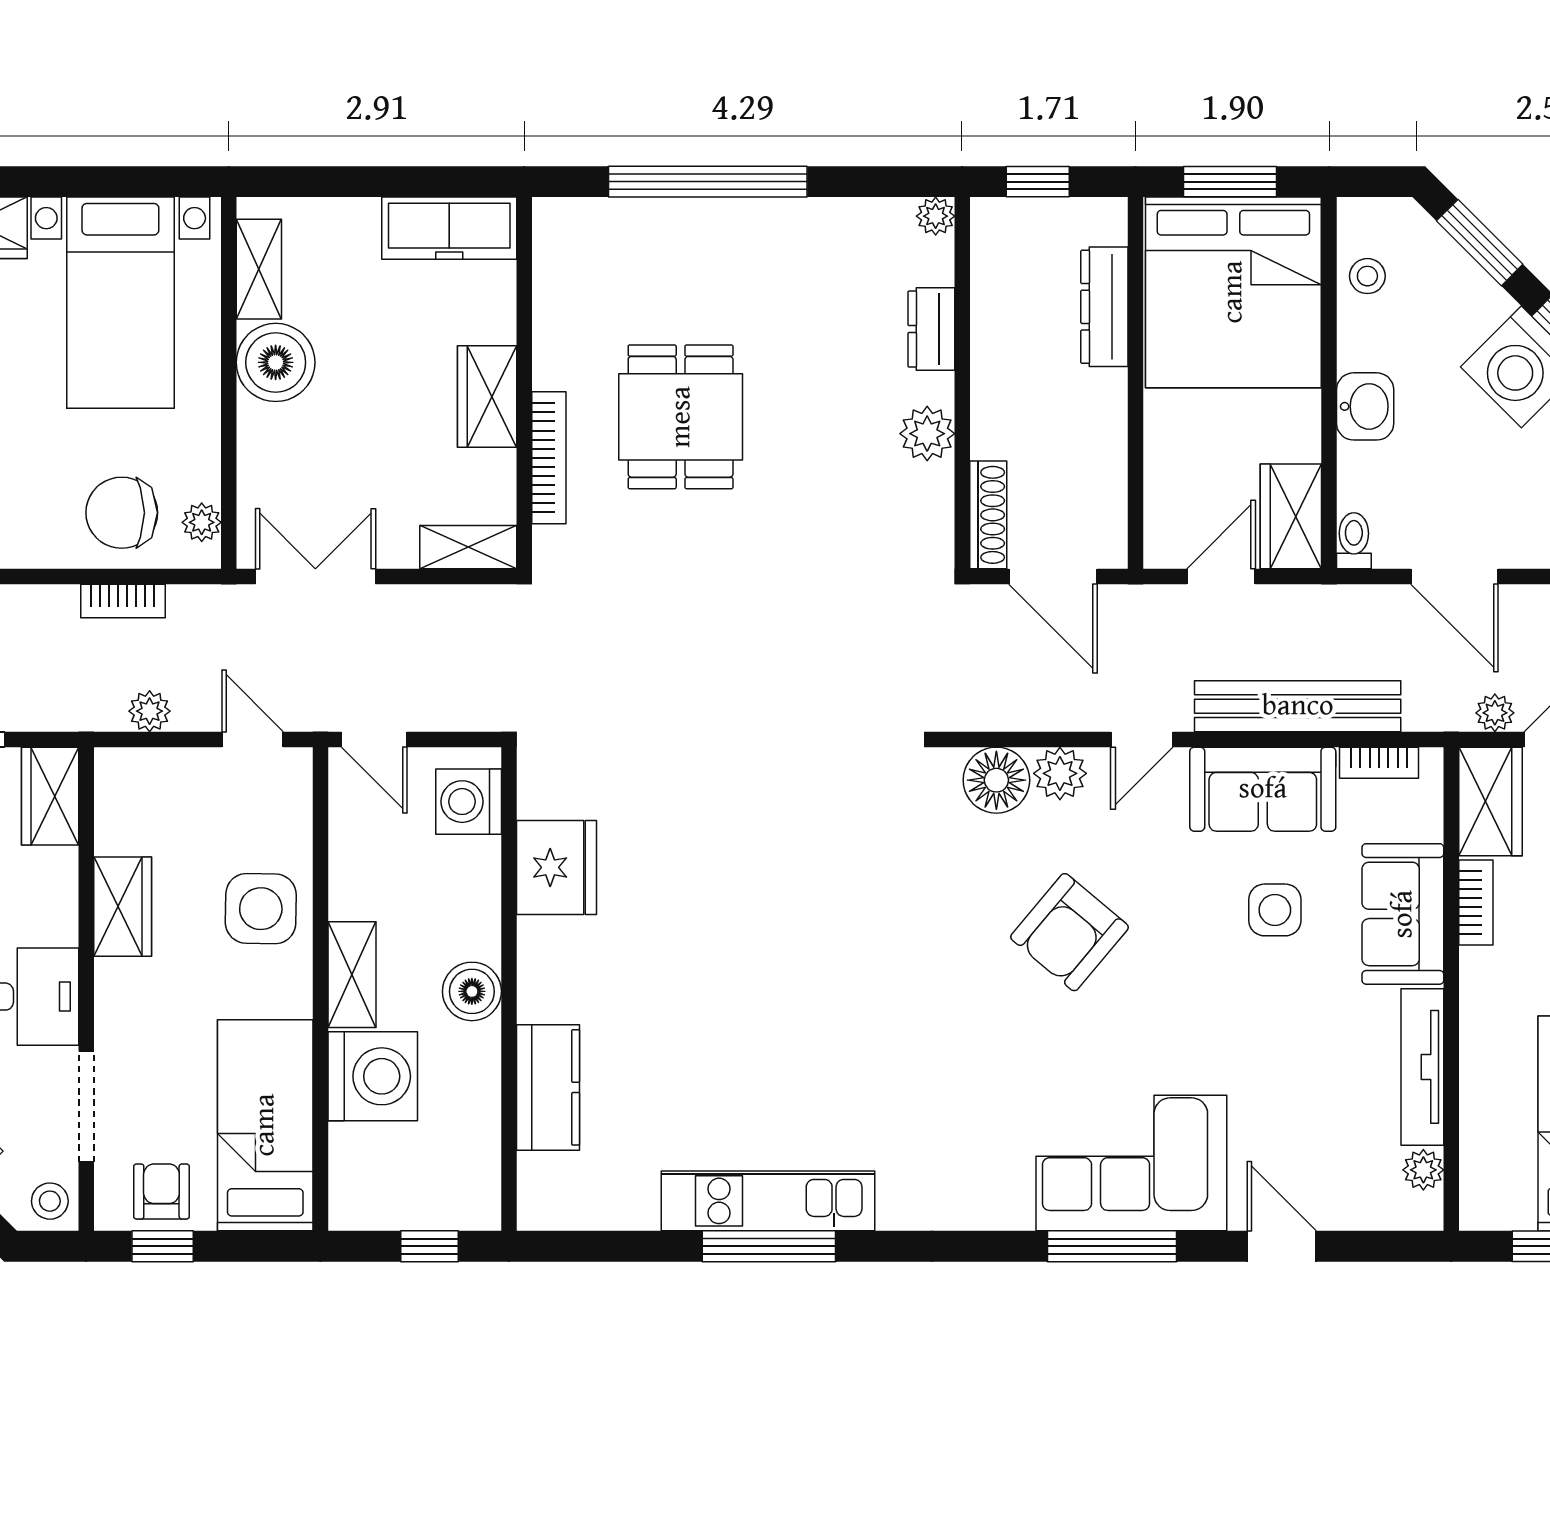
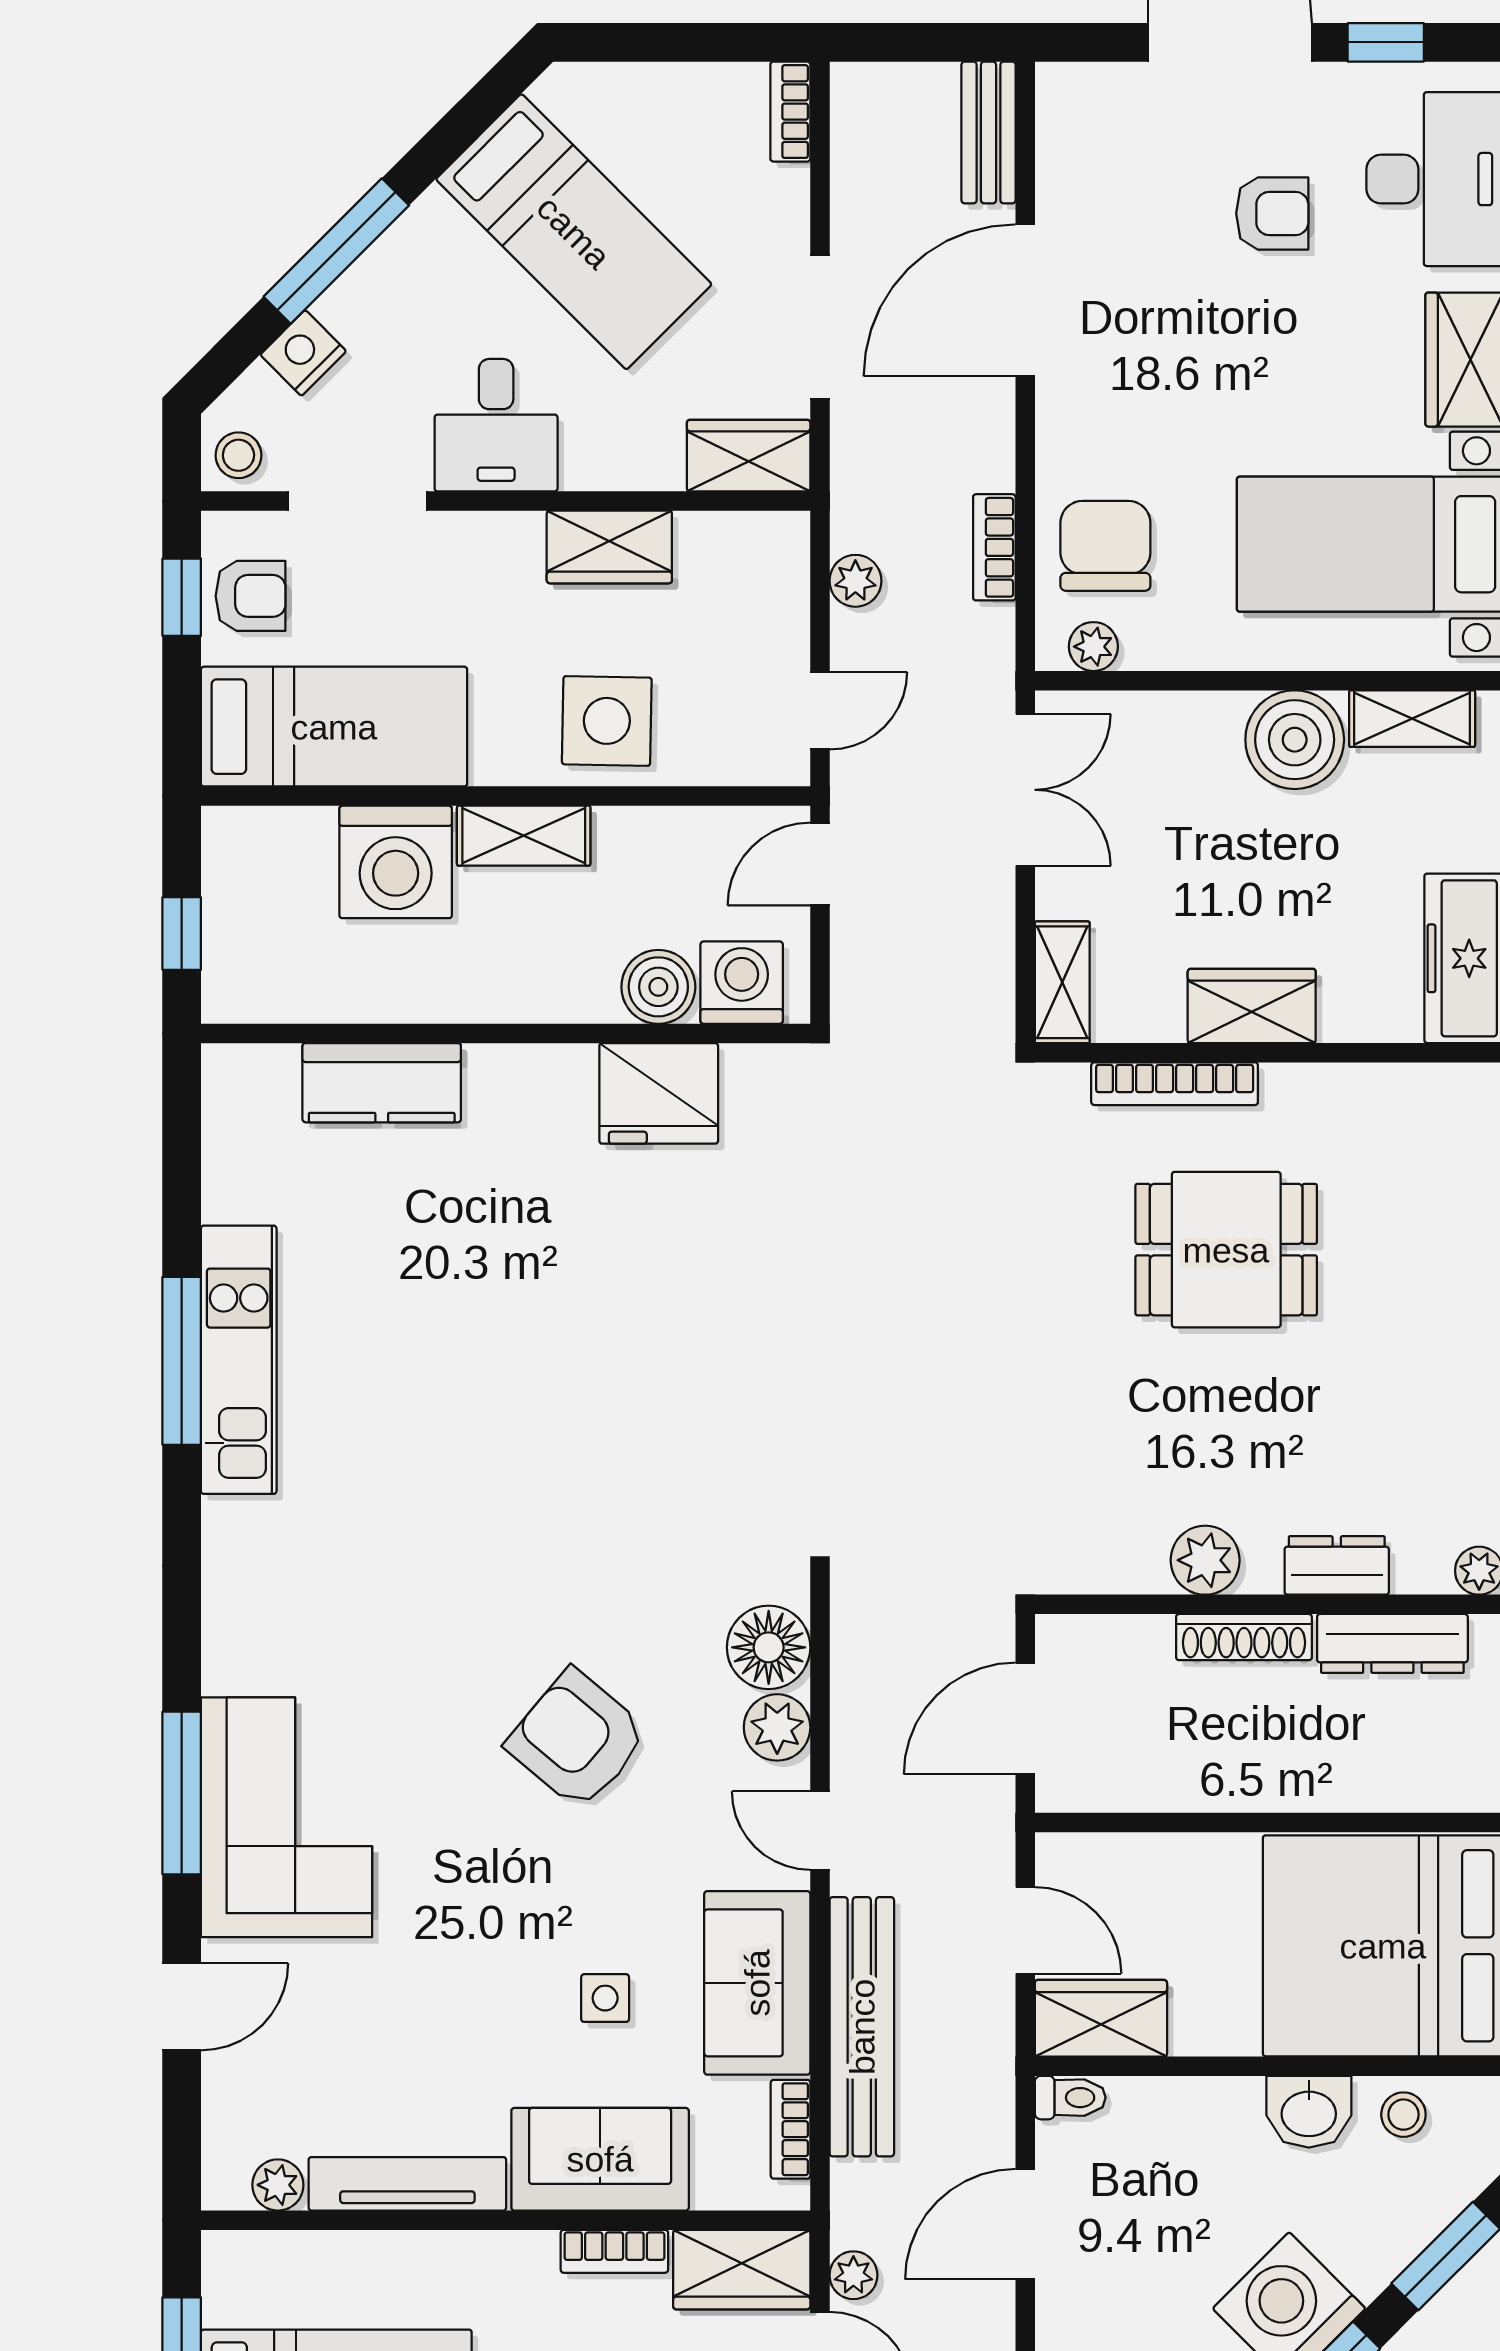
dresser: (1104, 307) -> (1392, 1643), moved, turned 180
washbasin: (1365, 406) -> (1309, 2112), moved
shoe rack: (988, 515) -> (1244, 1637), moved
side table: (1275, 910) -> (605, 1998), width x0.73, depth x0.73
boiler: (472, 991) -> (658, 987), moved

